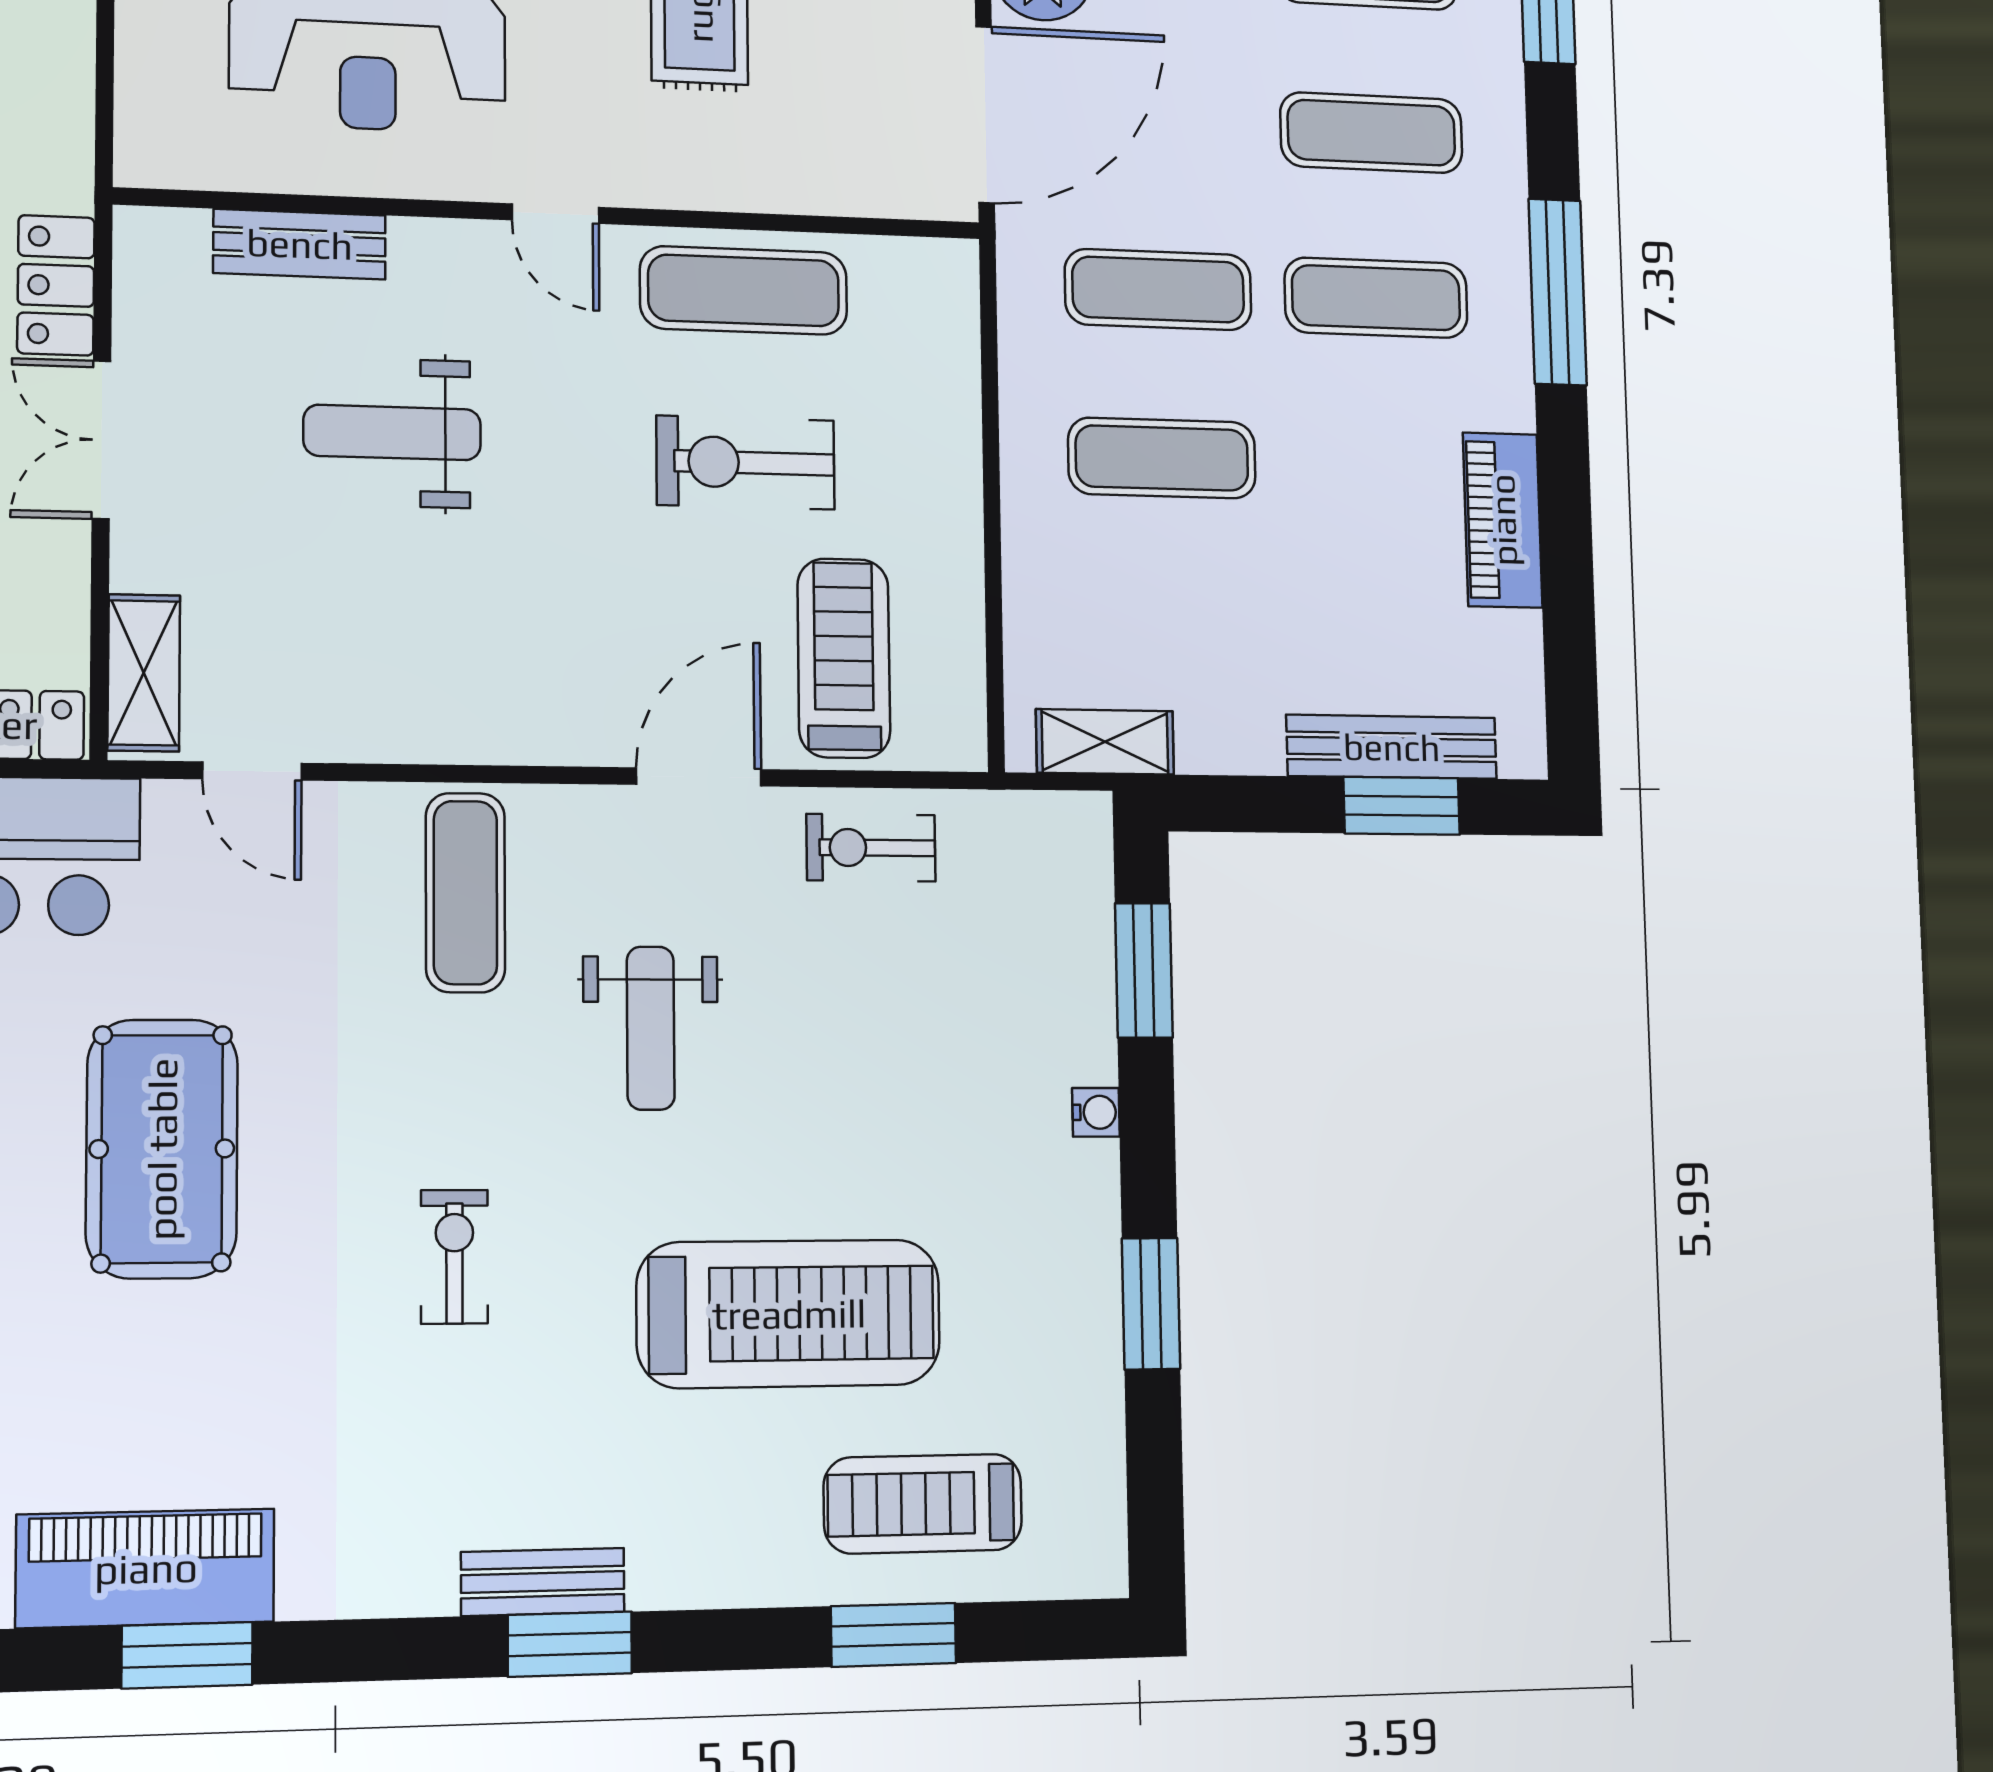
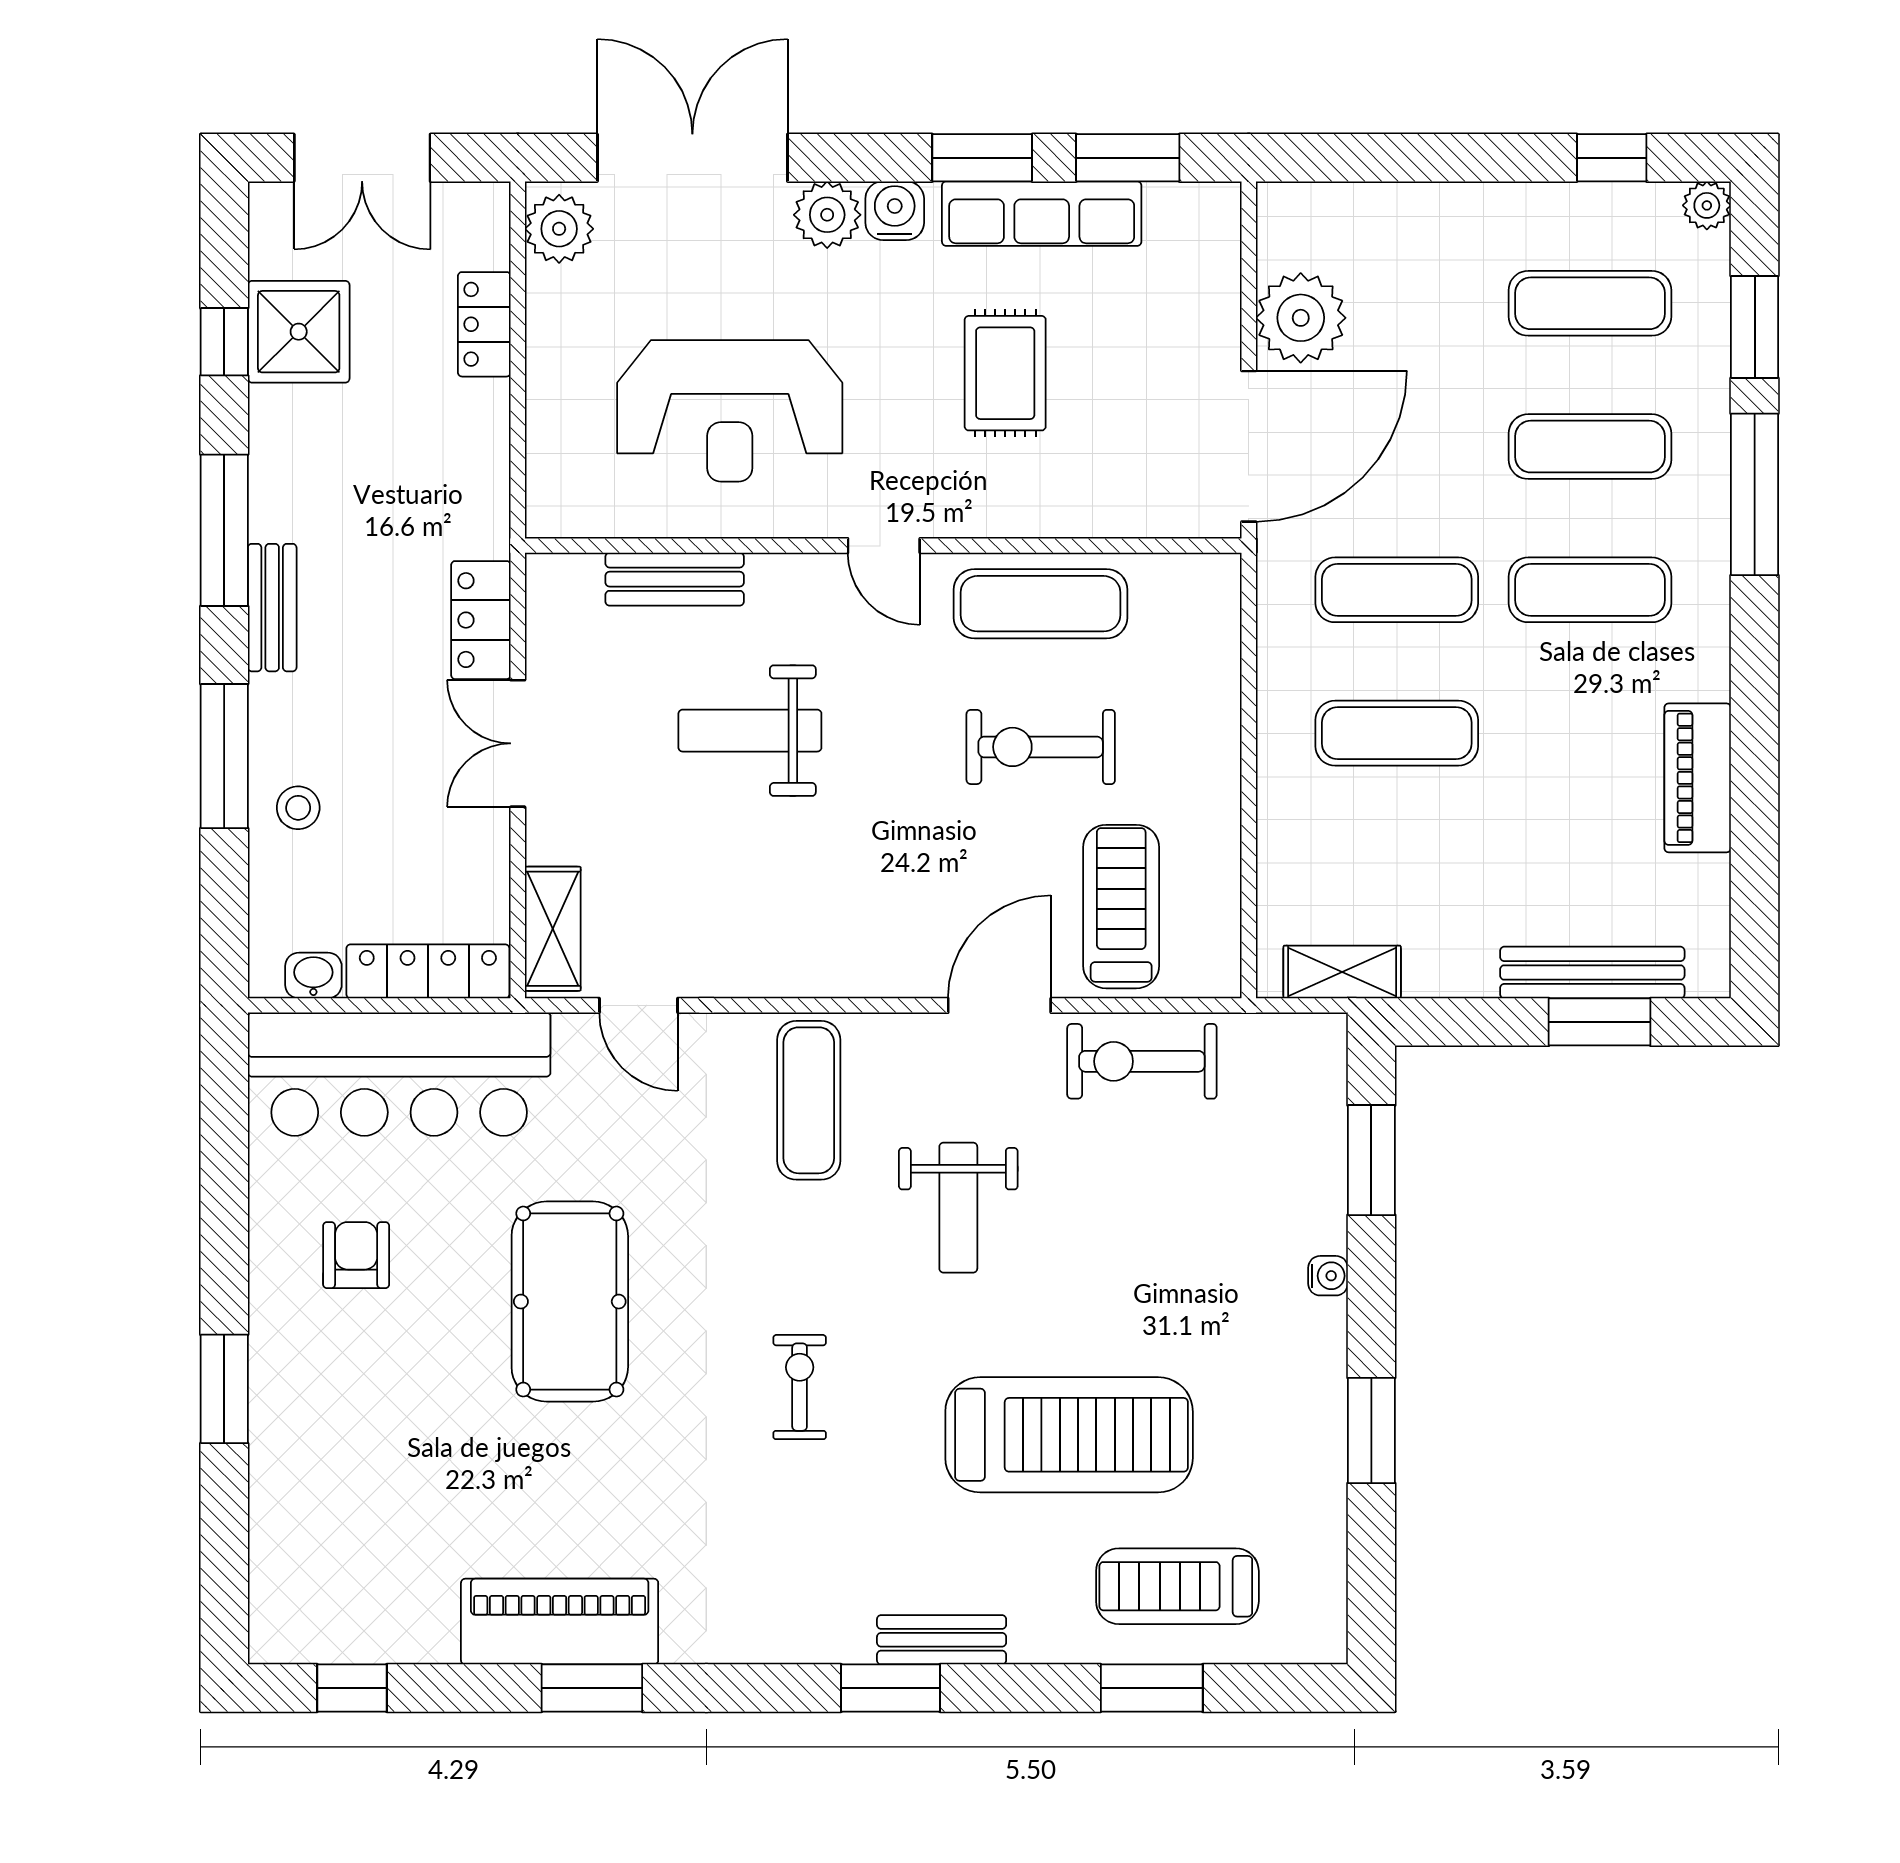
window: (1558, 292) -> (1755, 494), moved
exercise bike: (871, 848) -> (1142, 1061), width x1.38, depth x1.39
bench: (543, 1582) -> (942, 1640), moved

